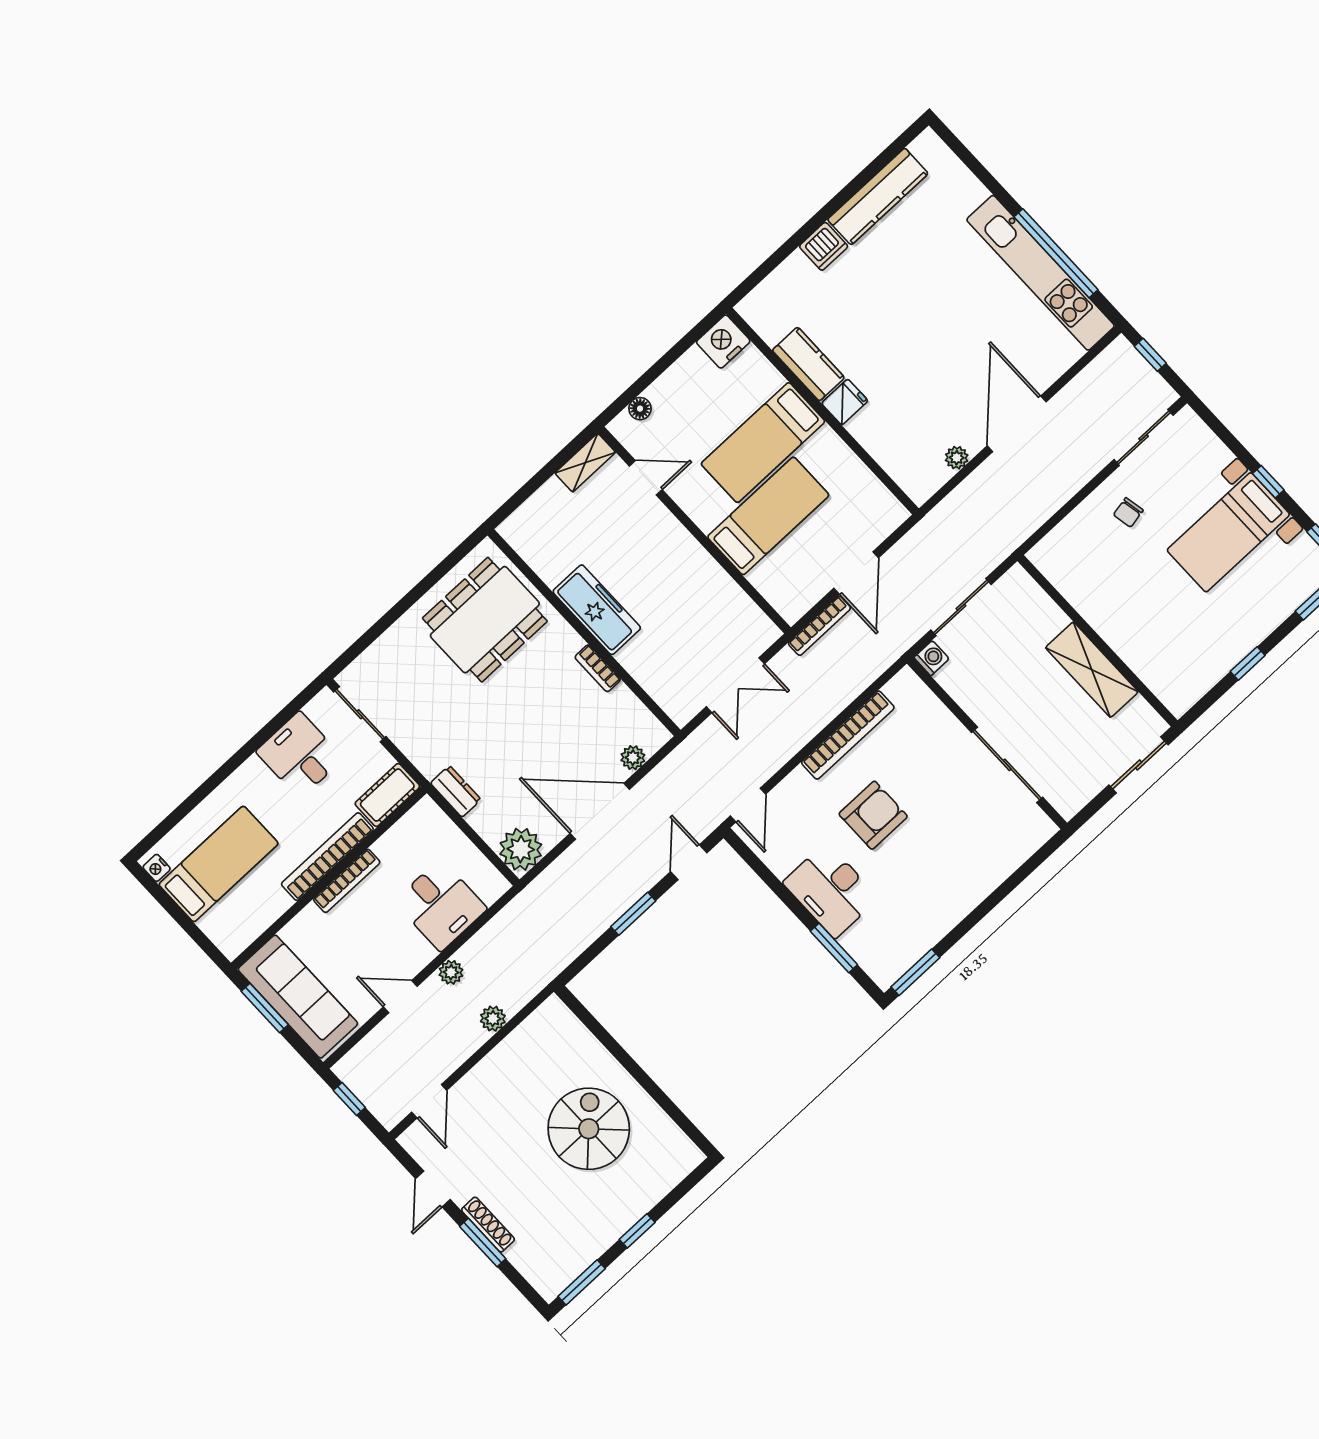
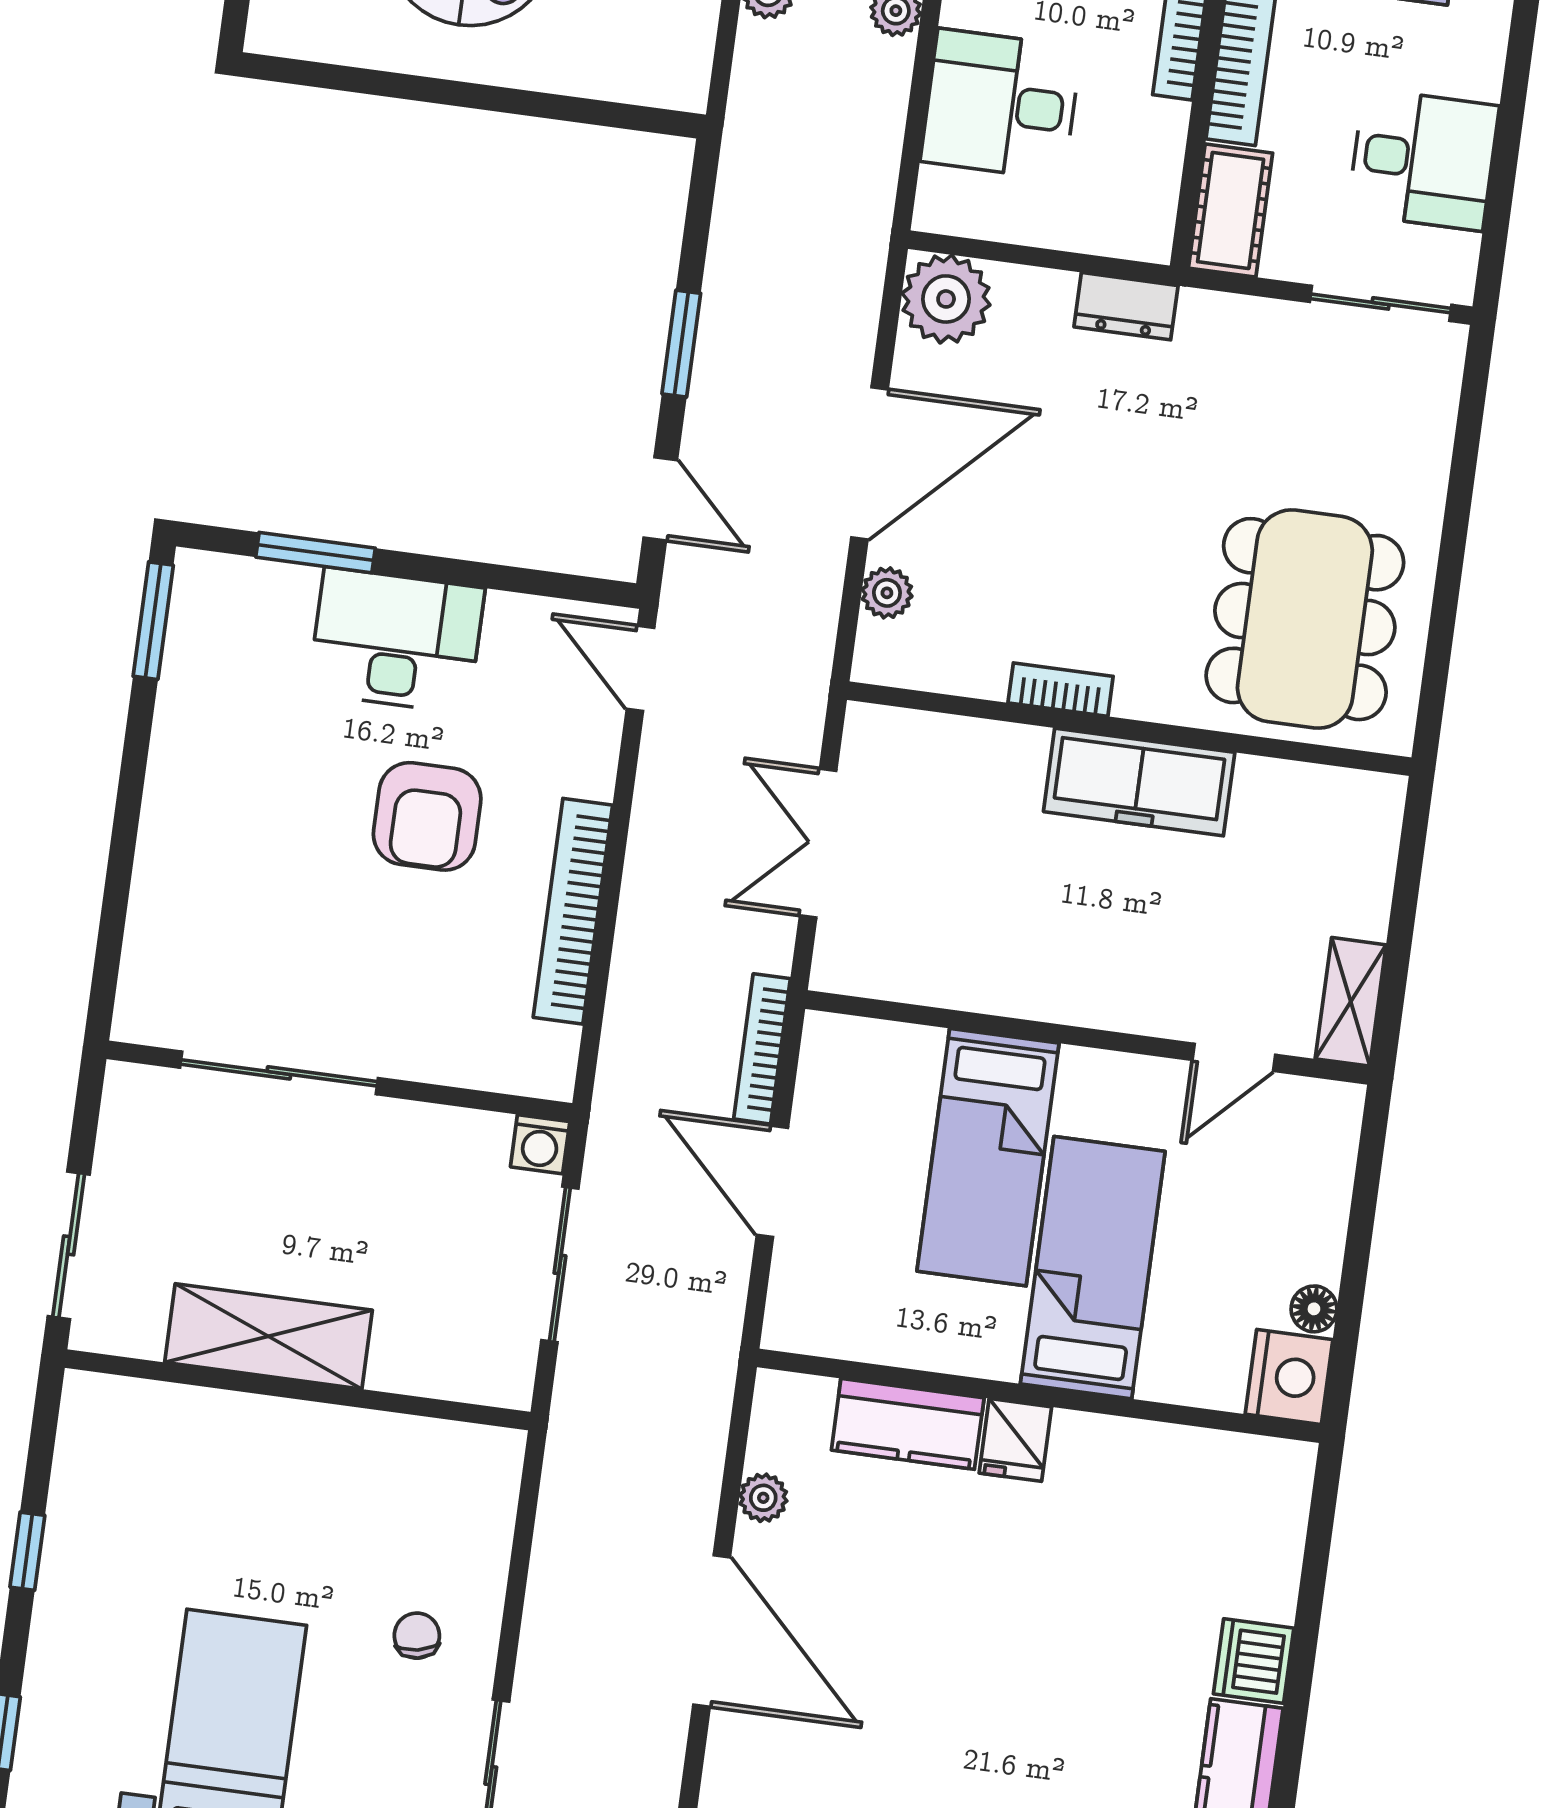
kitchen counter: (808, 364) -> (908, 1424), moved
floor lamp: (640, 409) -> (1314, 1309), moved

